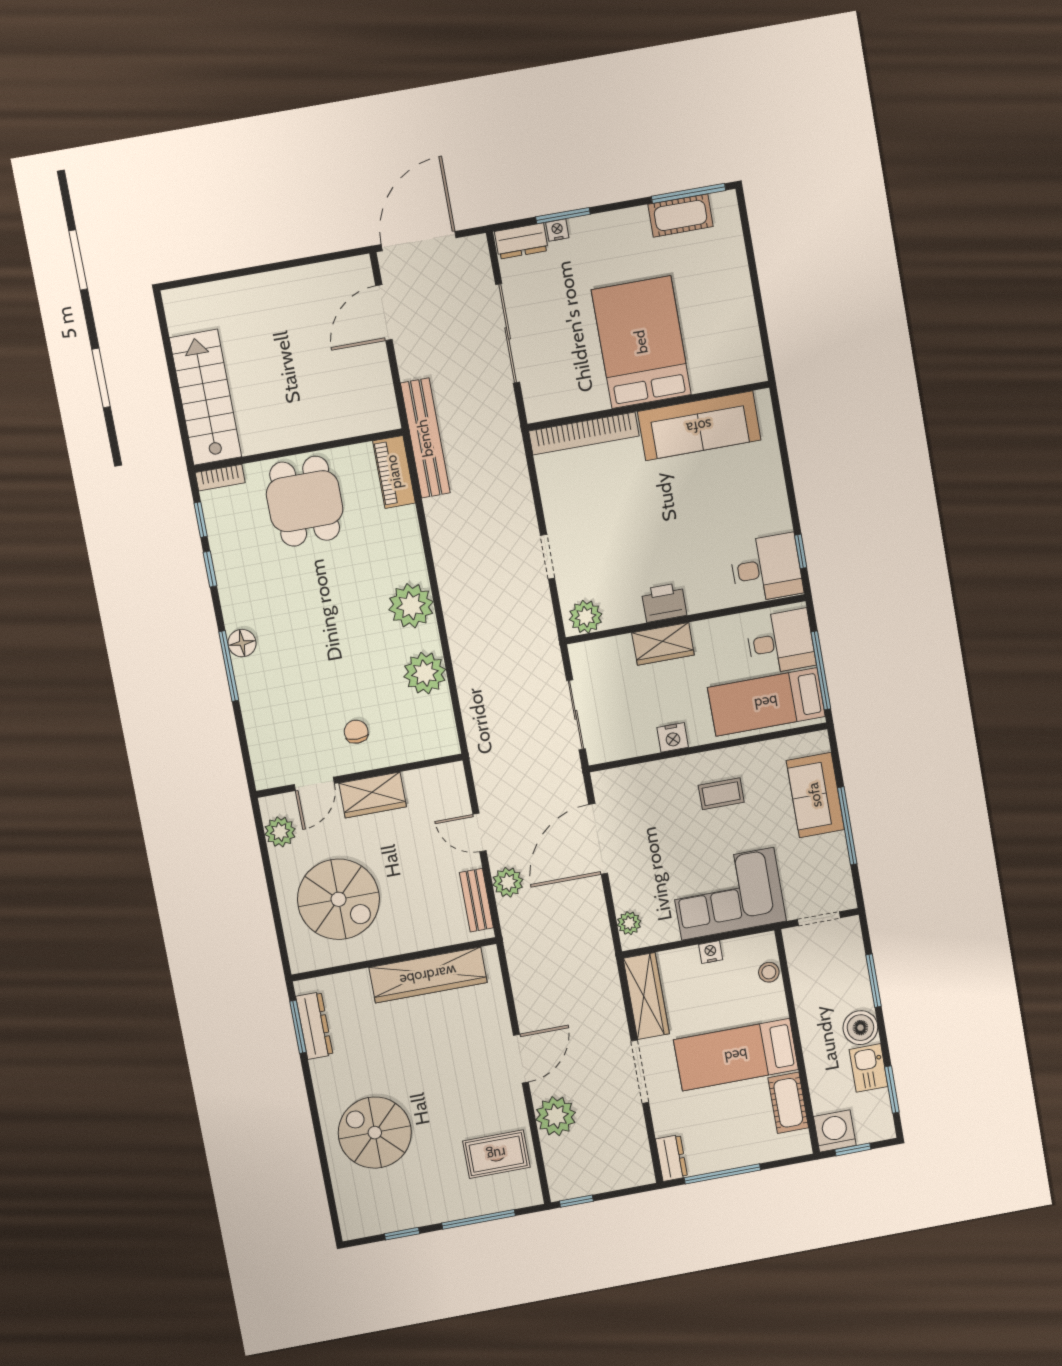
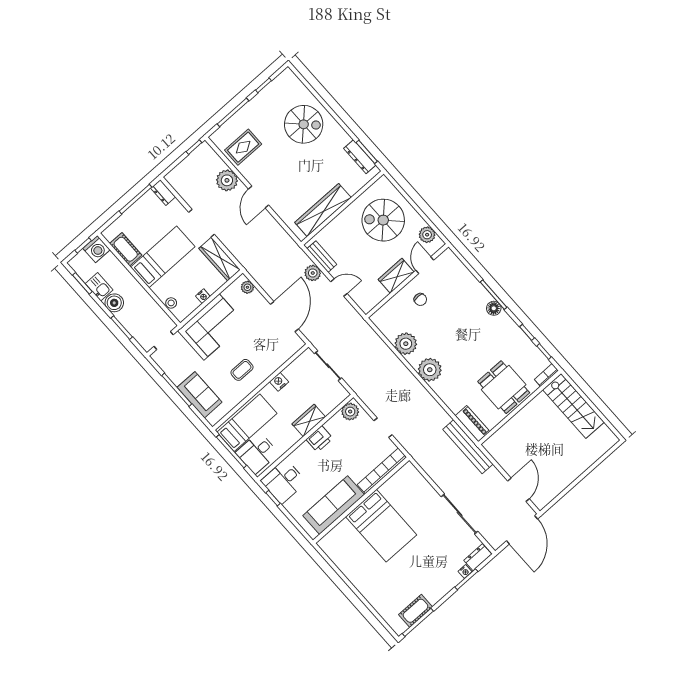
bed: (641, 342) -> (381, 526), moved
wall: (649, 406) -> (361, 500), moved
sofa: (699, 426) -> (334, 505), moved
bookcase: (584, 433) -> (382, 471), moved

